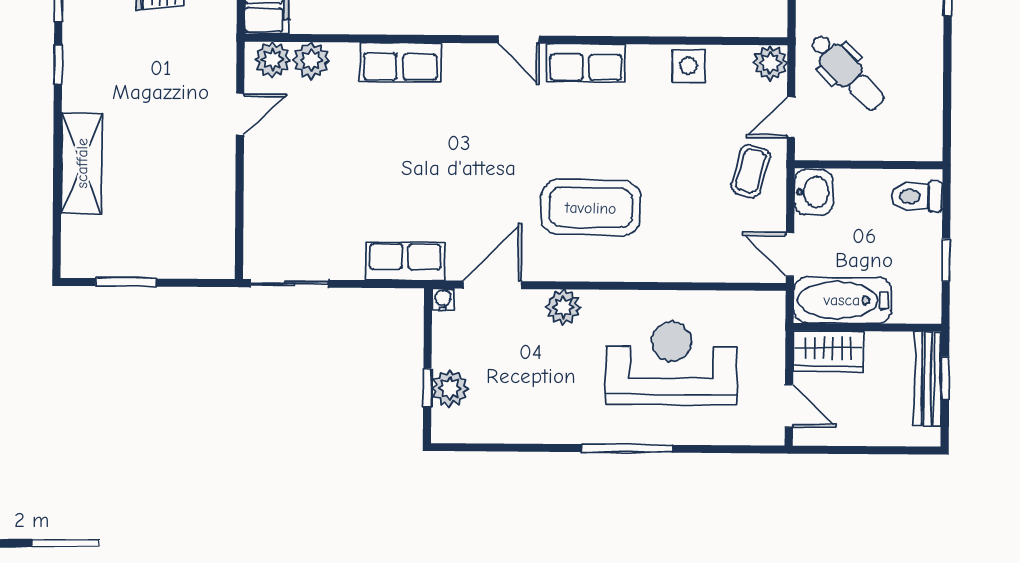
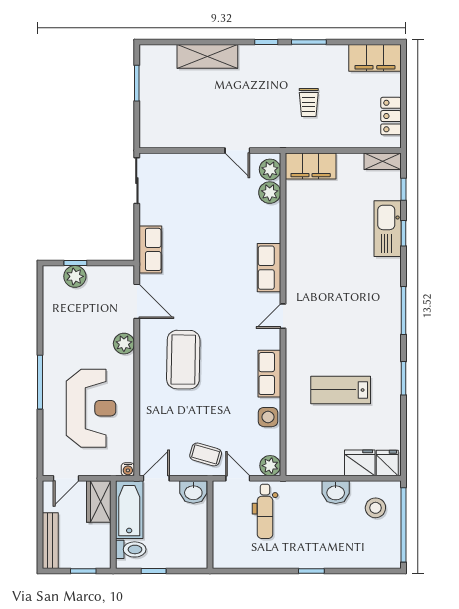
row of seats: (400, 62) -> (269, 268), moved
row of seats: (586, 63) -> (269, 374), moved
dental chair: (847, 72) -> (265, 511), turned -46
toilet: (917, 196) -> (131, 549), moved, turned 90
water cooler: (443, 300) -> (128, 469), moved, turned 90
bench: (928, 379) -> (50, 541), moved, turned 90

